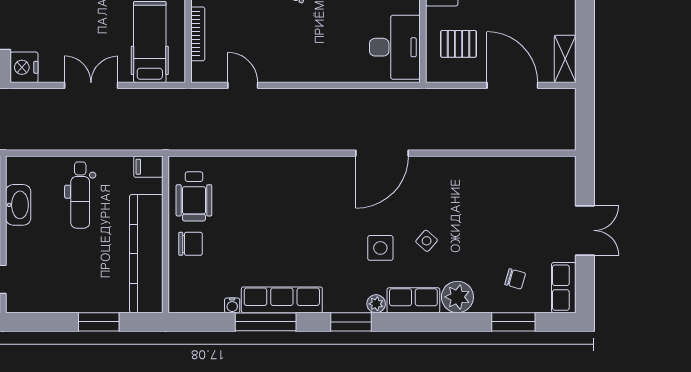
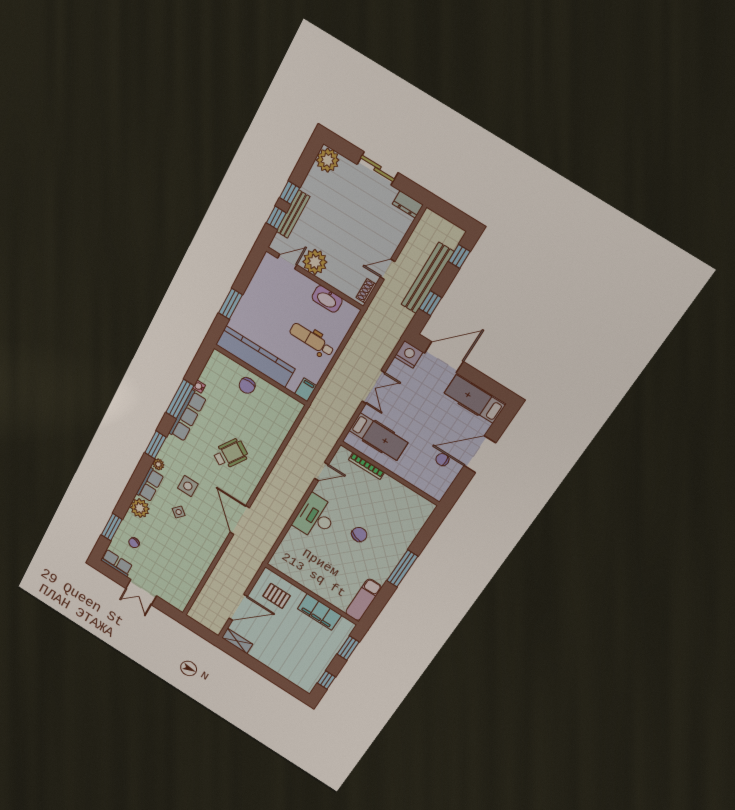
pallet: (458, 44) -> (277, 596), turned 90
desk: (395, 47) -> (315, 517), moved, turned 90
wheelchair: (194, 196) -> (230, 454), moved, turned 122

